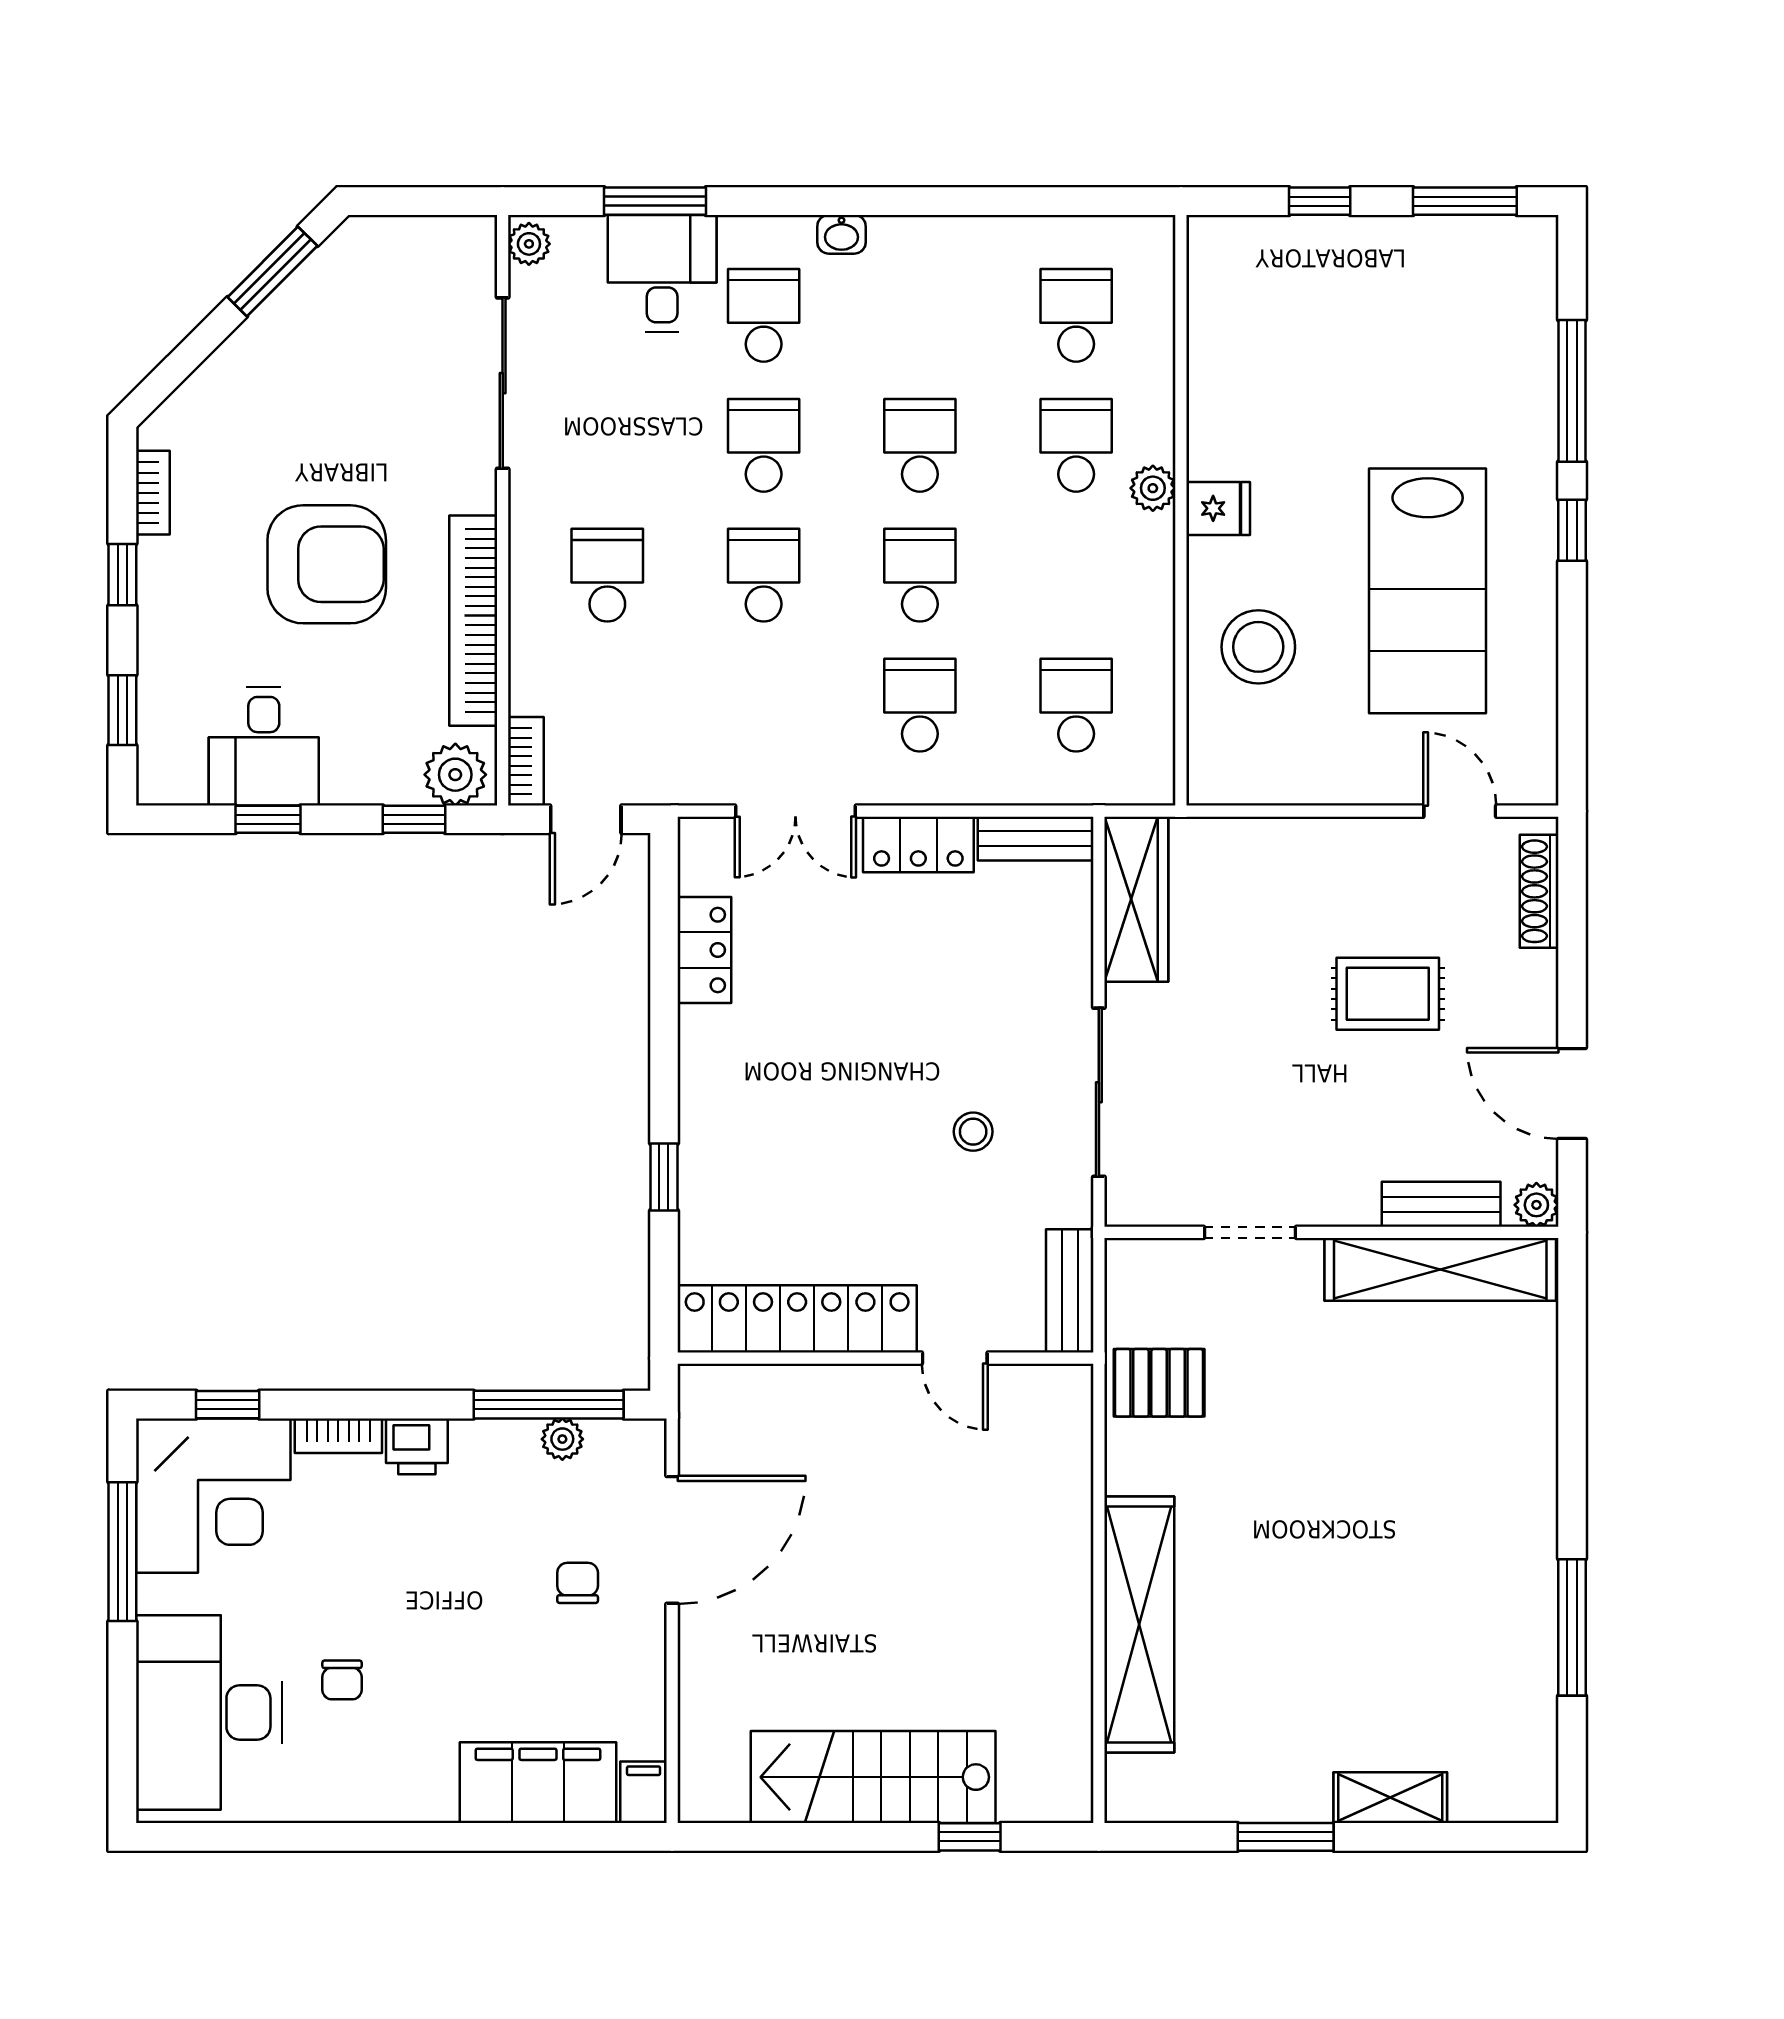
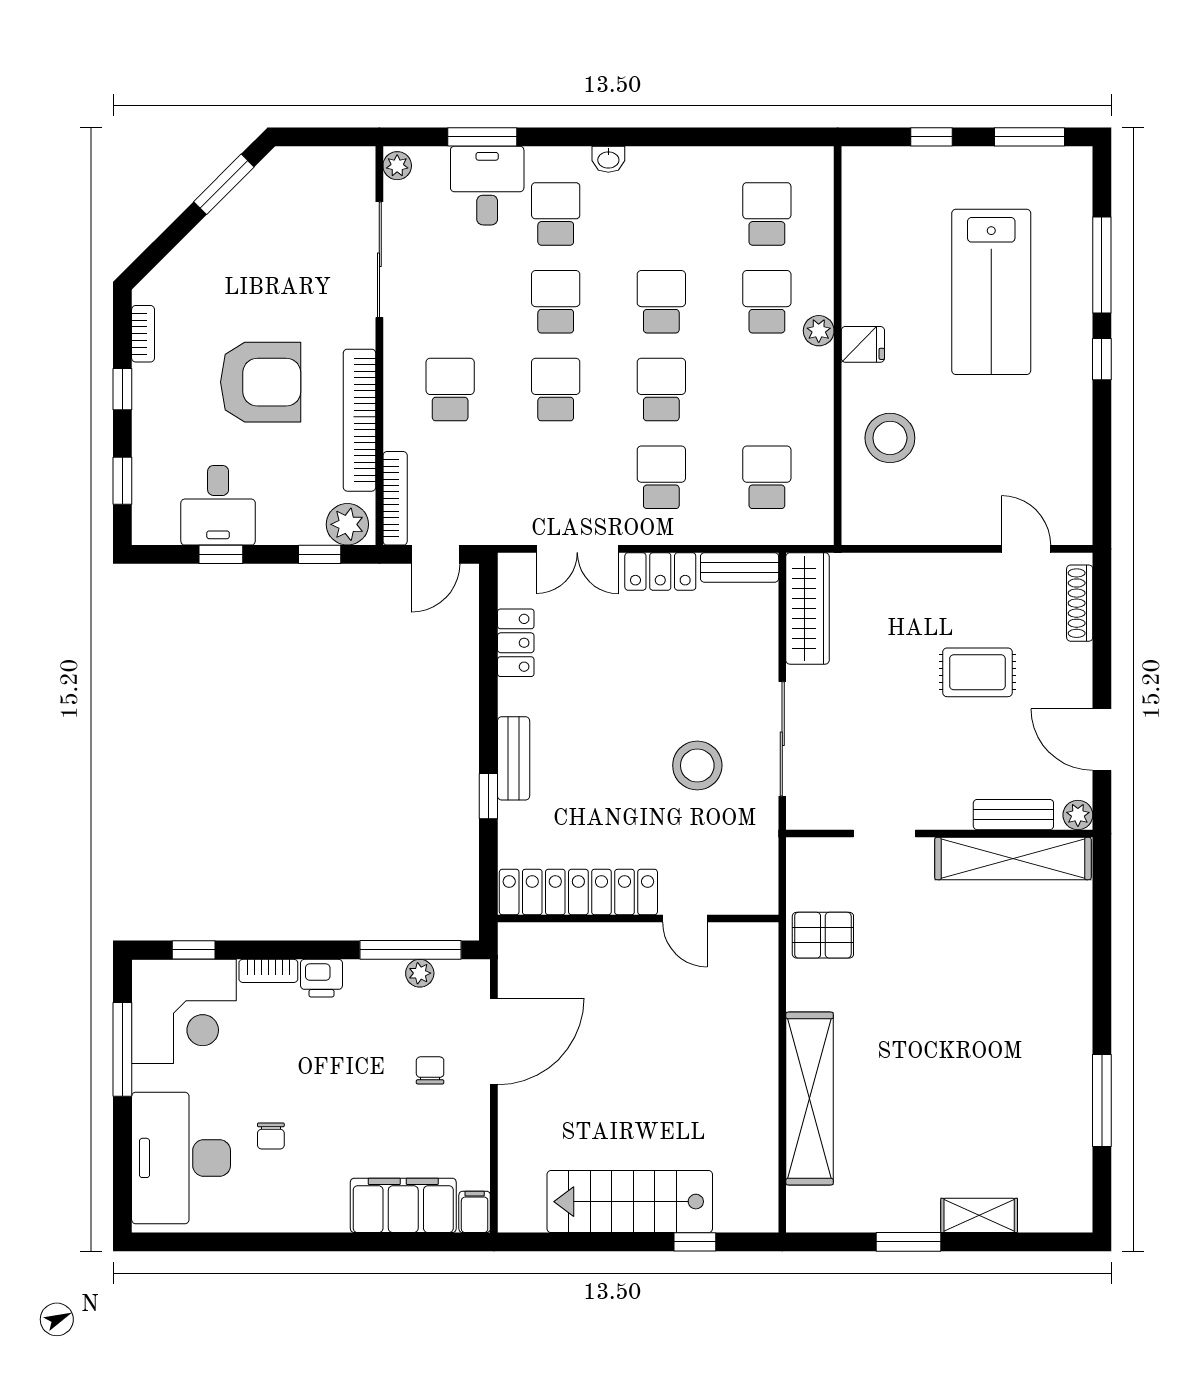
lab bench: (1428, 591) -> (991, 292), moved
bookcase: (526, 761) -> (395, 498), width x1.56
stool: (973, 1132) -> (697, 765), width x1.89, depth x1.89
bench: (1070, 1291) -> (514, 758), moved

